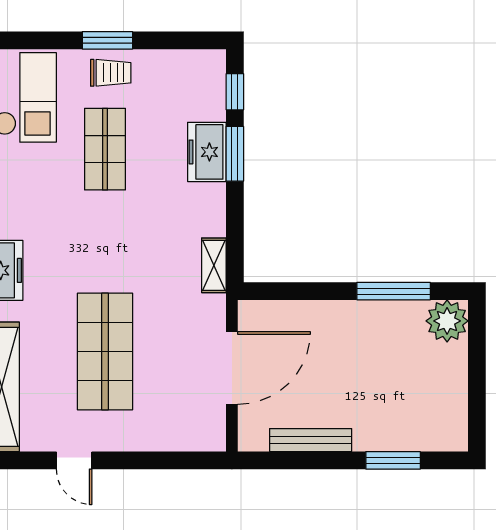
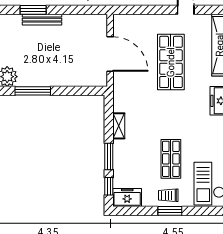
freezer: (207, 152) -> (127, 198), moved, turned -90
shelving: (214, 265) -> (119, 126), moved
door: (232, 368) -> (110, 54), swing flipped
bench: (311, 440) -> (42, 20), moved

